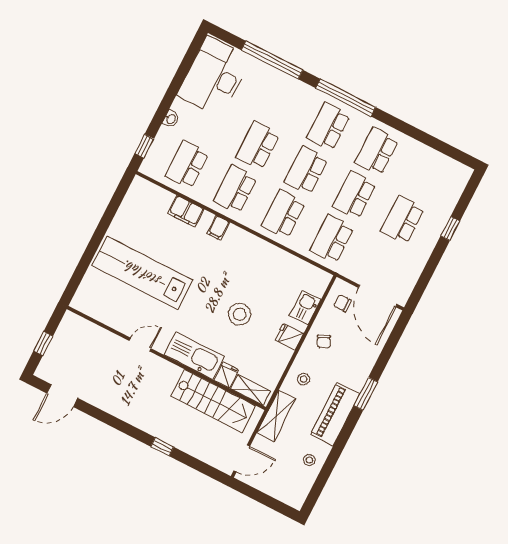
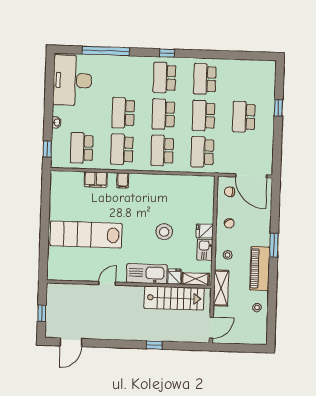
window: (346, 98) -> (167, 53), width x0.32
kitchen sink: (305, 307) -> (205, 250), moved

